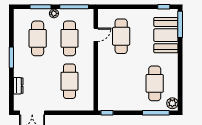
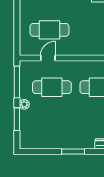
door: (96, 35) -> (48, 58), hinge flipped
cafe table: (38, 38) -> (52, 122), removed

